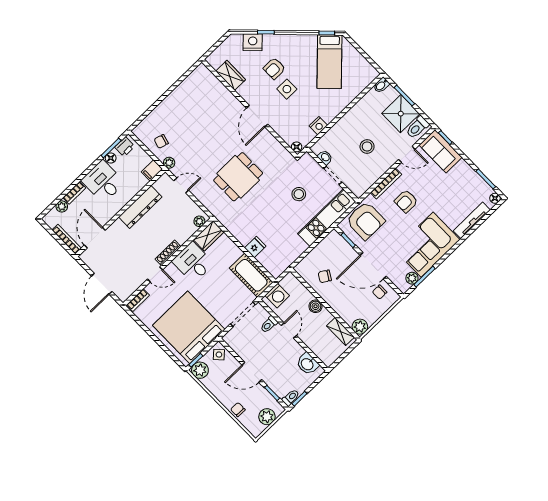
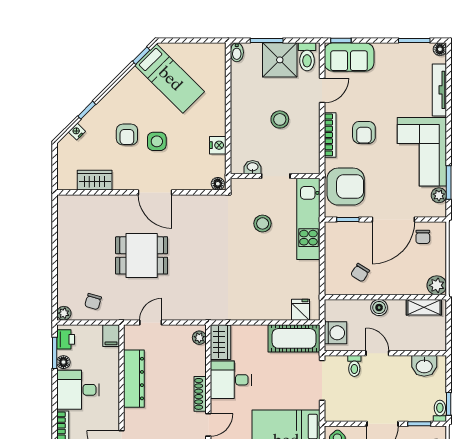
nightstand: (253, 42) -> (77, 132), width x0.53, depth x0.56
plant: (169, 163) -> (64, 313), moved
dining table: (238, 177) -> (142, 255), moved, turned 90
fridge: (255, 247) -> (300, 310), moved

